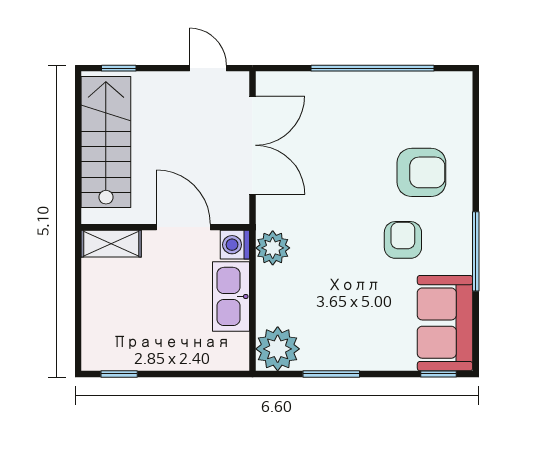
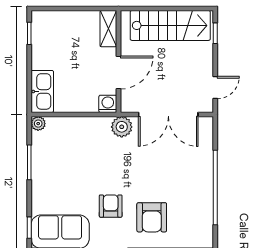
armchair: (403, 240) -> (111, 206), turned -90
plant: (273, 248) -> (122, 127), moved
kitchen sink: (231, 296) -> (42, 91), moved, turned 90
plant: (278, 349) -> (38, 124), width x0.53, depth x0.53

